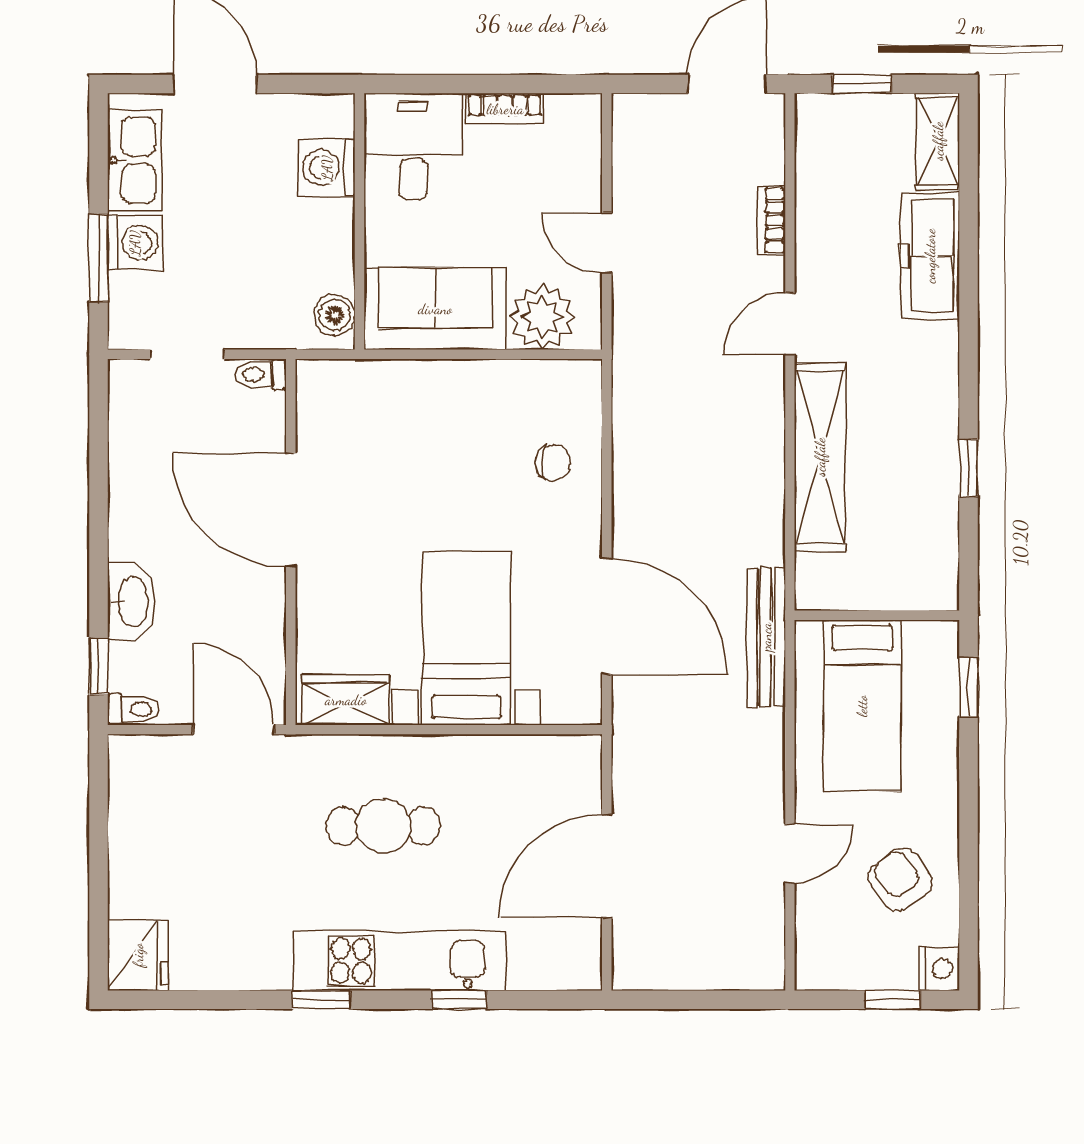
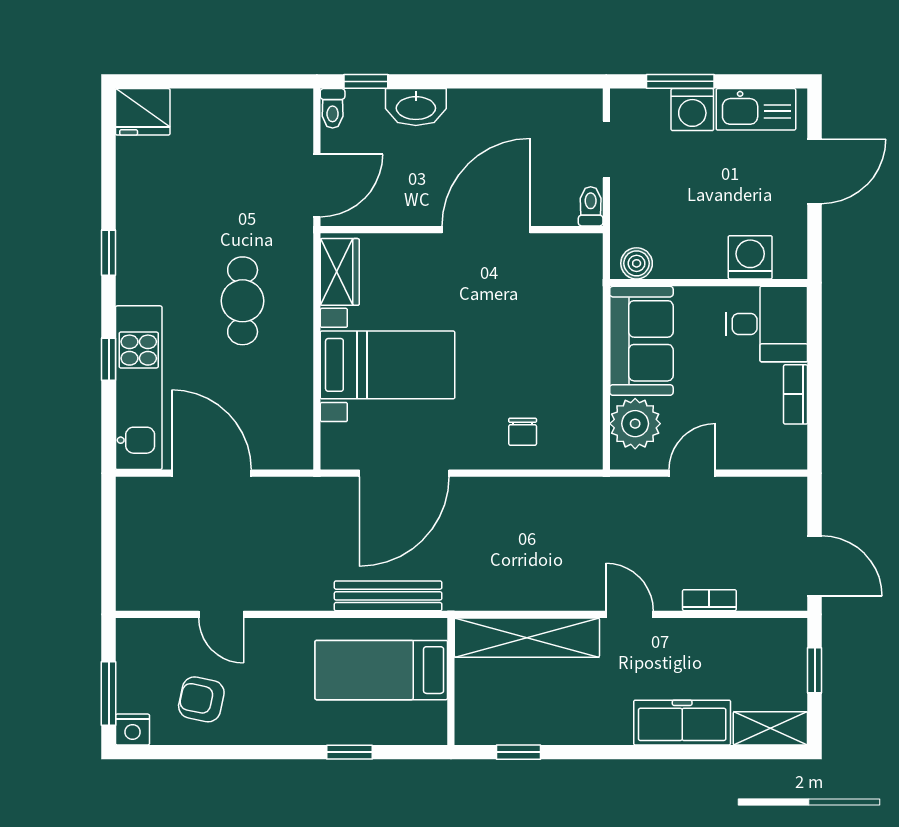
wall: (877, 615) -> (451, 681), moved
bed: (862, 706) -> (381, 670), moved
armchair: (900, 879) -> (201, 699), turned -132
kitchen unit: (400, 961) -> (139, 388), moved
window: (893, 1000) -> (109, 694), width x1.50

